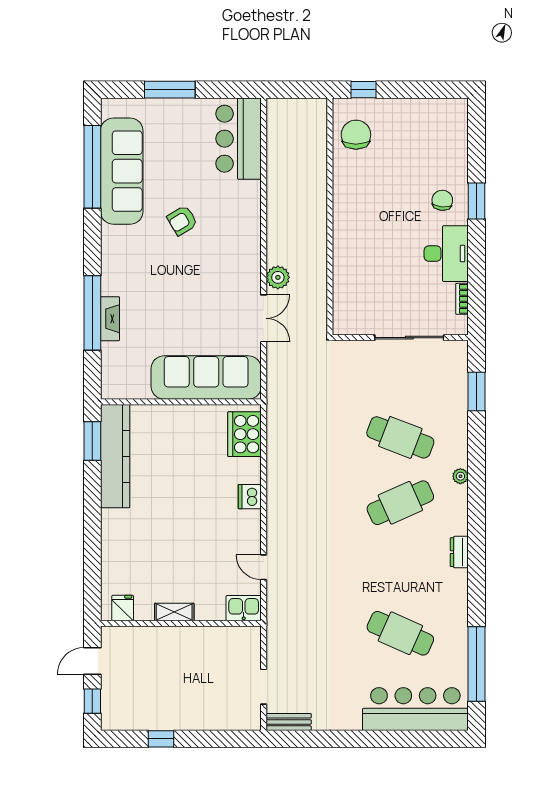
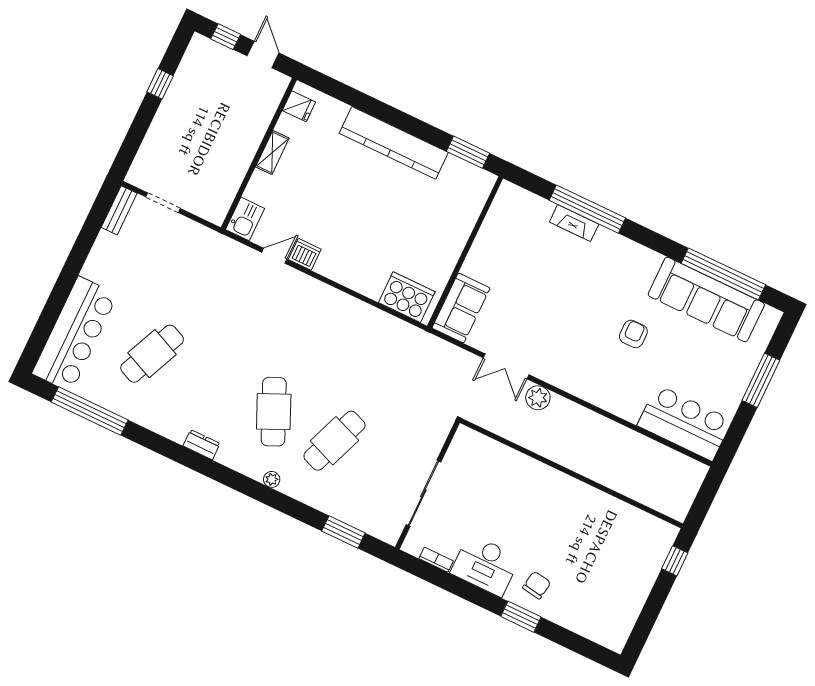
chair: (356, 135) -> (636, 534), removed
chair: (442, 200) -> (537, 585), turned -87
armchair: (182, 221) -> (633, 334), turned 31
sofa: (206, 377) -> (461, 308), width x0.54, depth x0.79
kitchen counter: (115, 456) -> (394, 143), moved
dishwasher: (250, 497) -> (305, 254), moved

